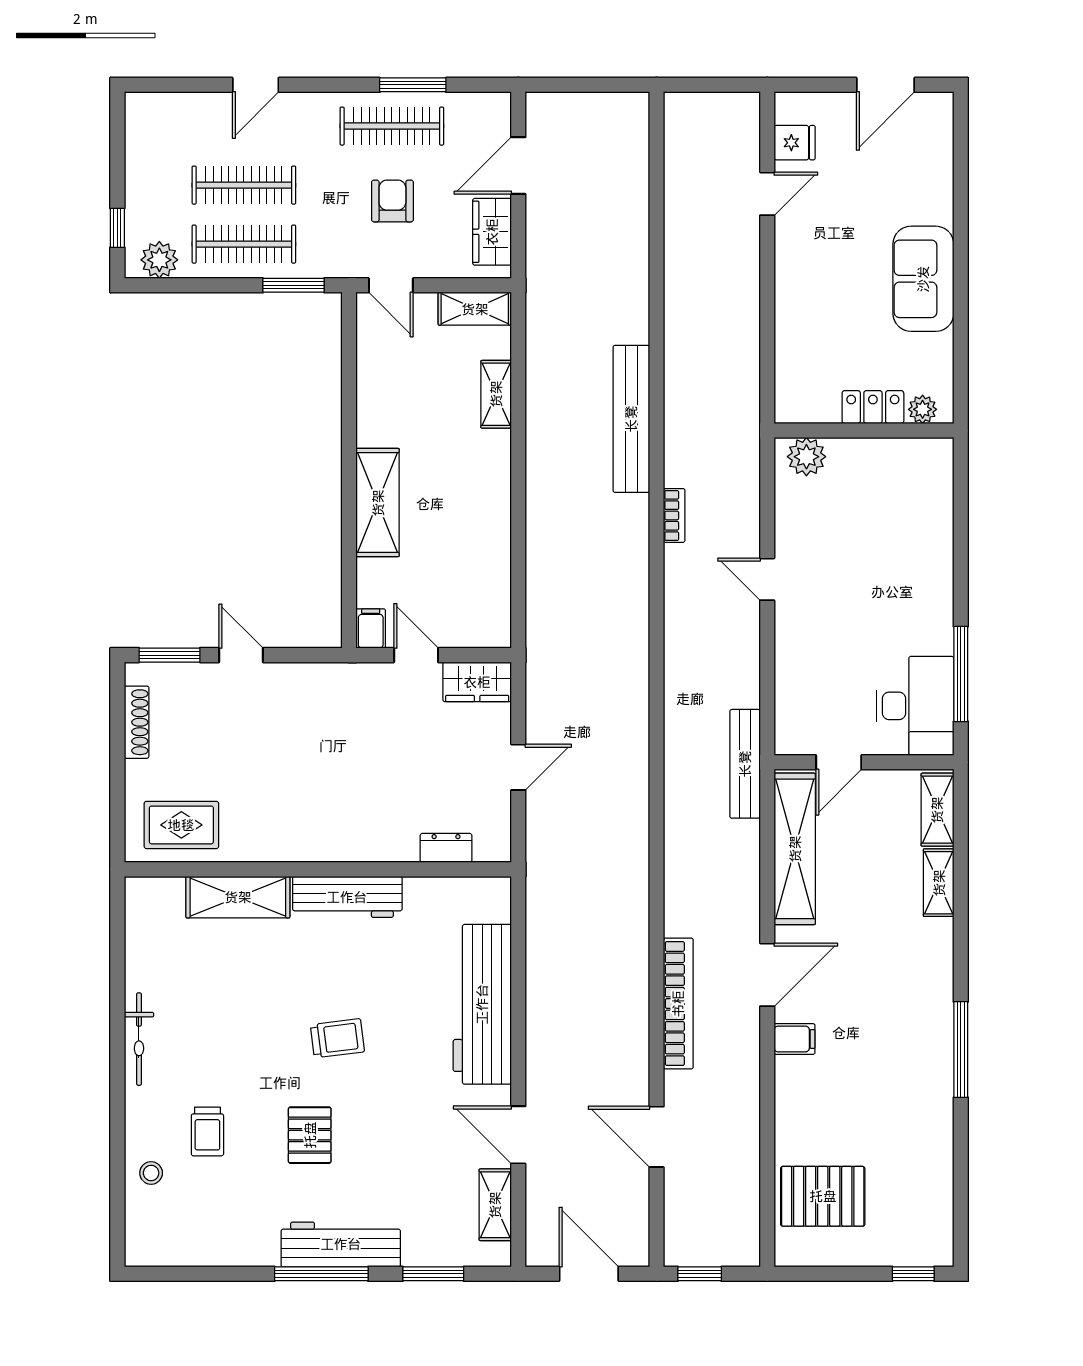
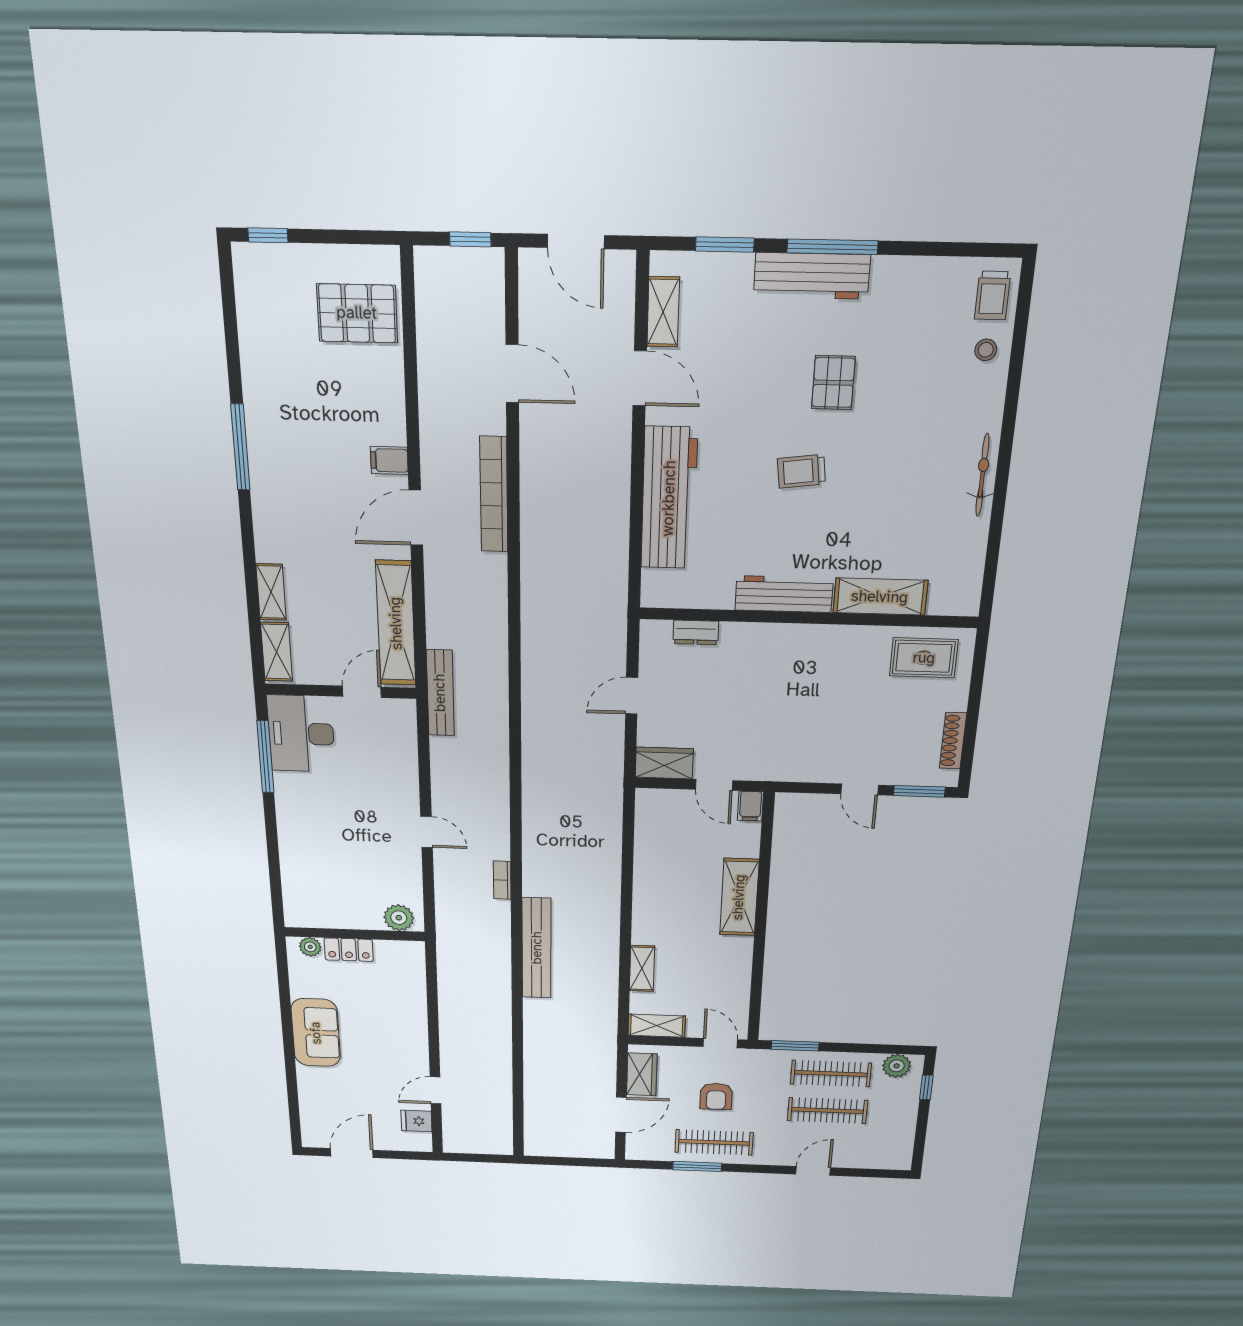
trolley: (207, 1131) -> (993, 295), moved, turned 180

